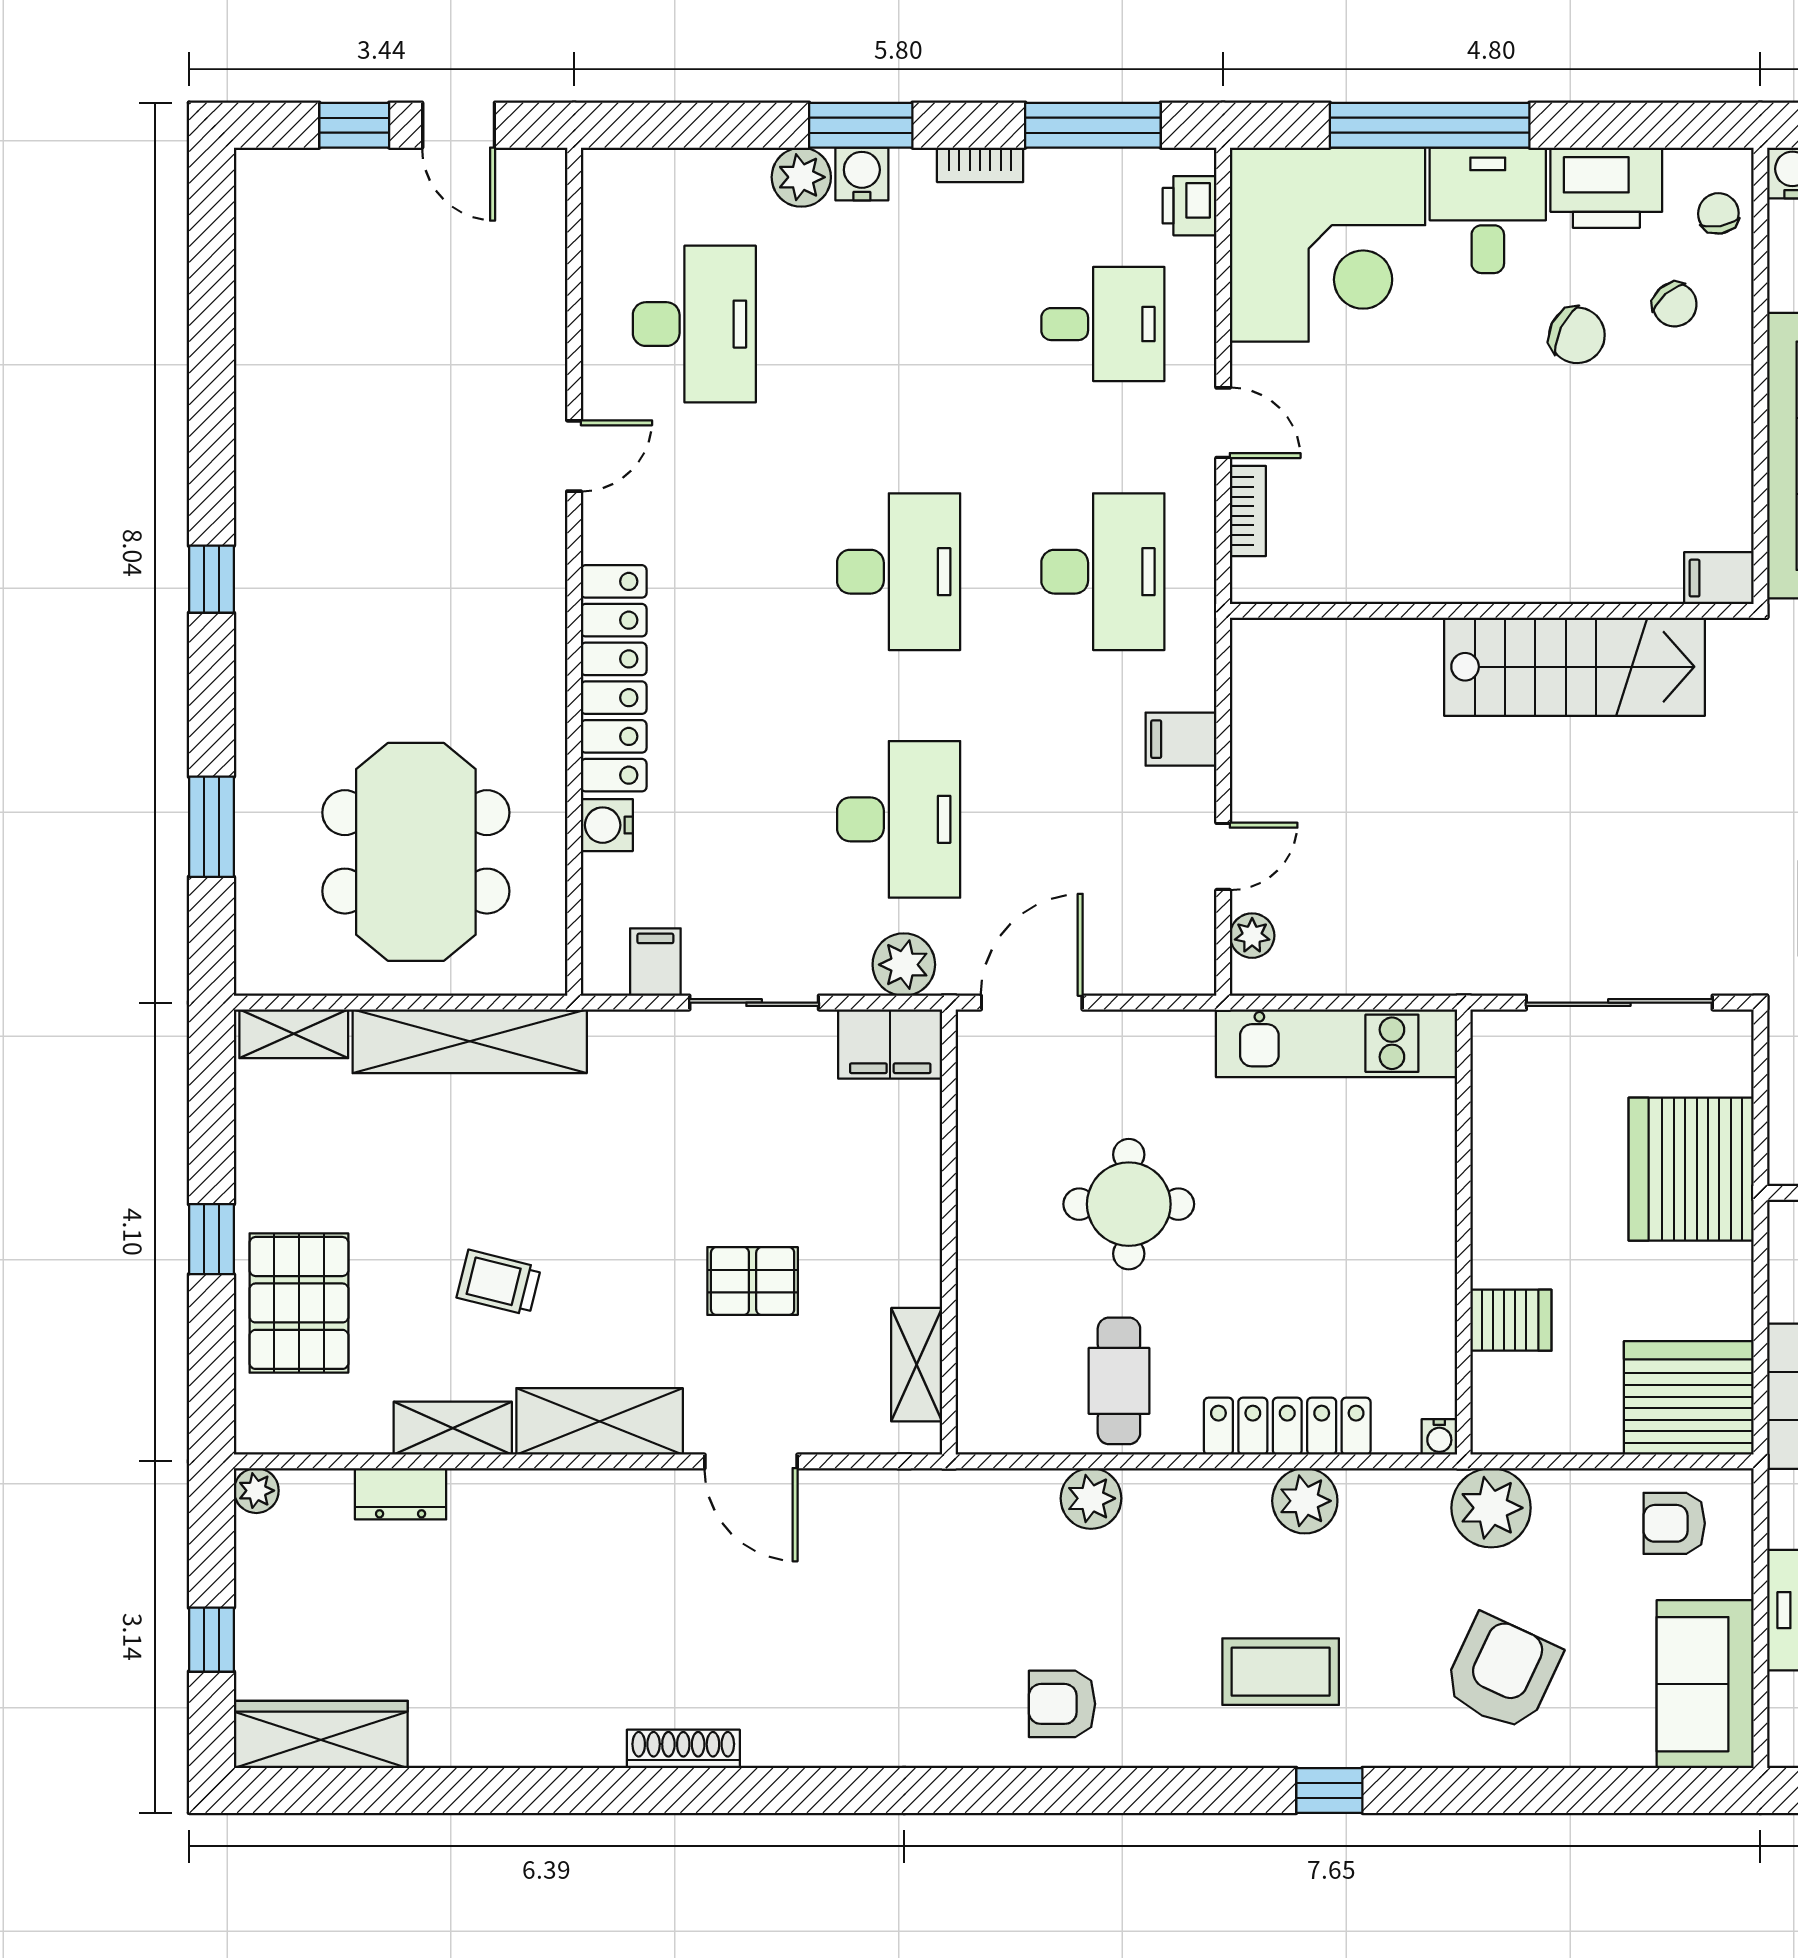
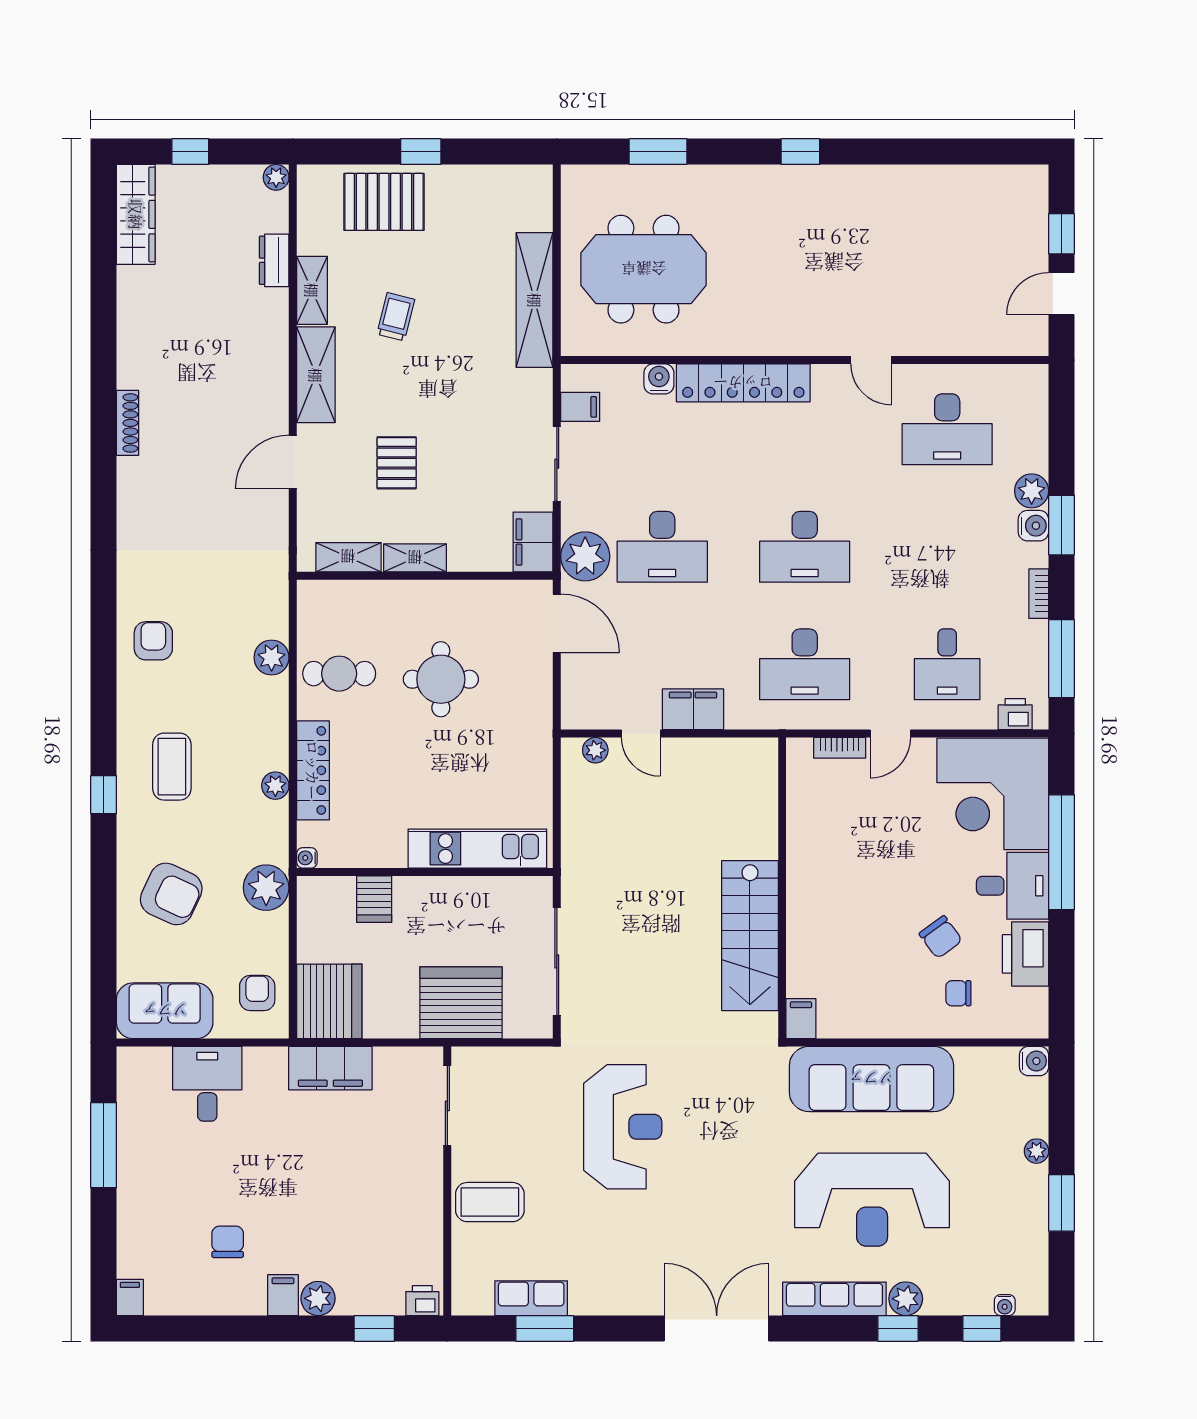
chair: (1718, 213) -> (1011, 1018), removed
chair: (1675, 305) -> (958, 993), turned 41
chair: (1577, 335) -> (941, 937), turned -62
filing cabinet: (1181, 739) -> (693, 709), width x2.00
plant: (904, 965) -> (585, 556), width x1.36, depth x1.36
shelving: (294, 1034) -> (415, 558), moved, turned 90
kitchen unit: (1337, 1043) -> (477, 849), moved, turned 90
plant: (1305, 1501) -> (275, 786), width x0.73, depth x0.73

